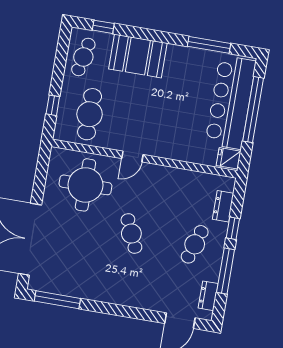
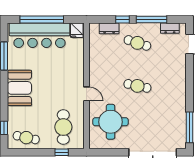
booth: (138, 56) -> (19, 88), moved
cafe table: (90, 114) -> (63, 127), turned 90
cafe table: (131, 234) -> (137, 86), turned 36

